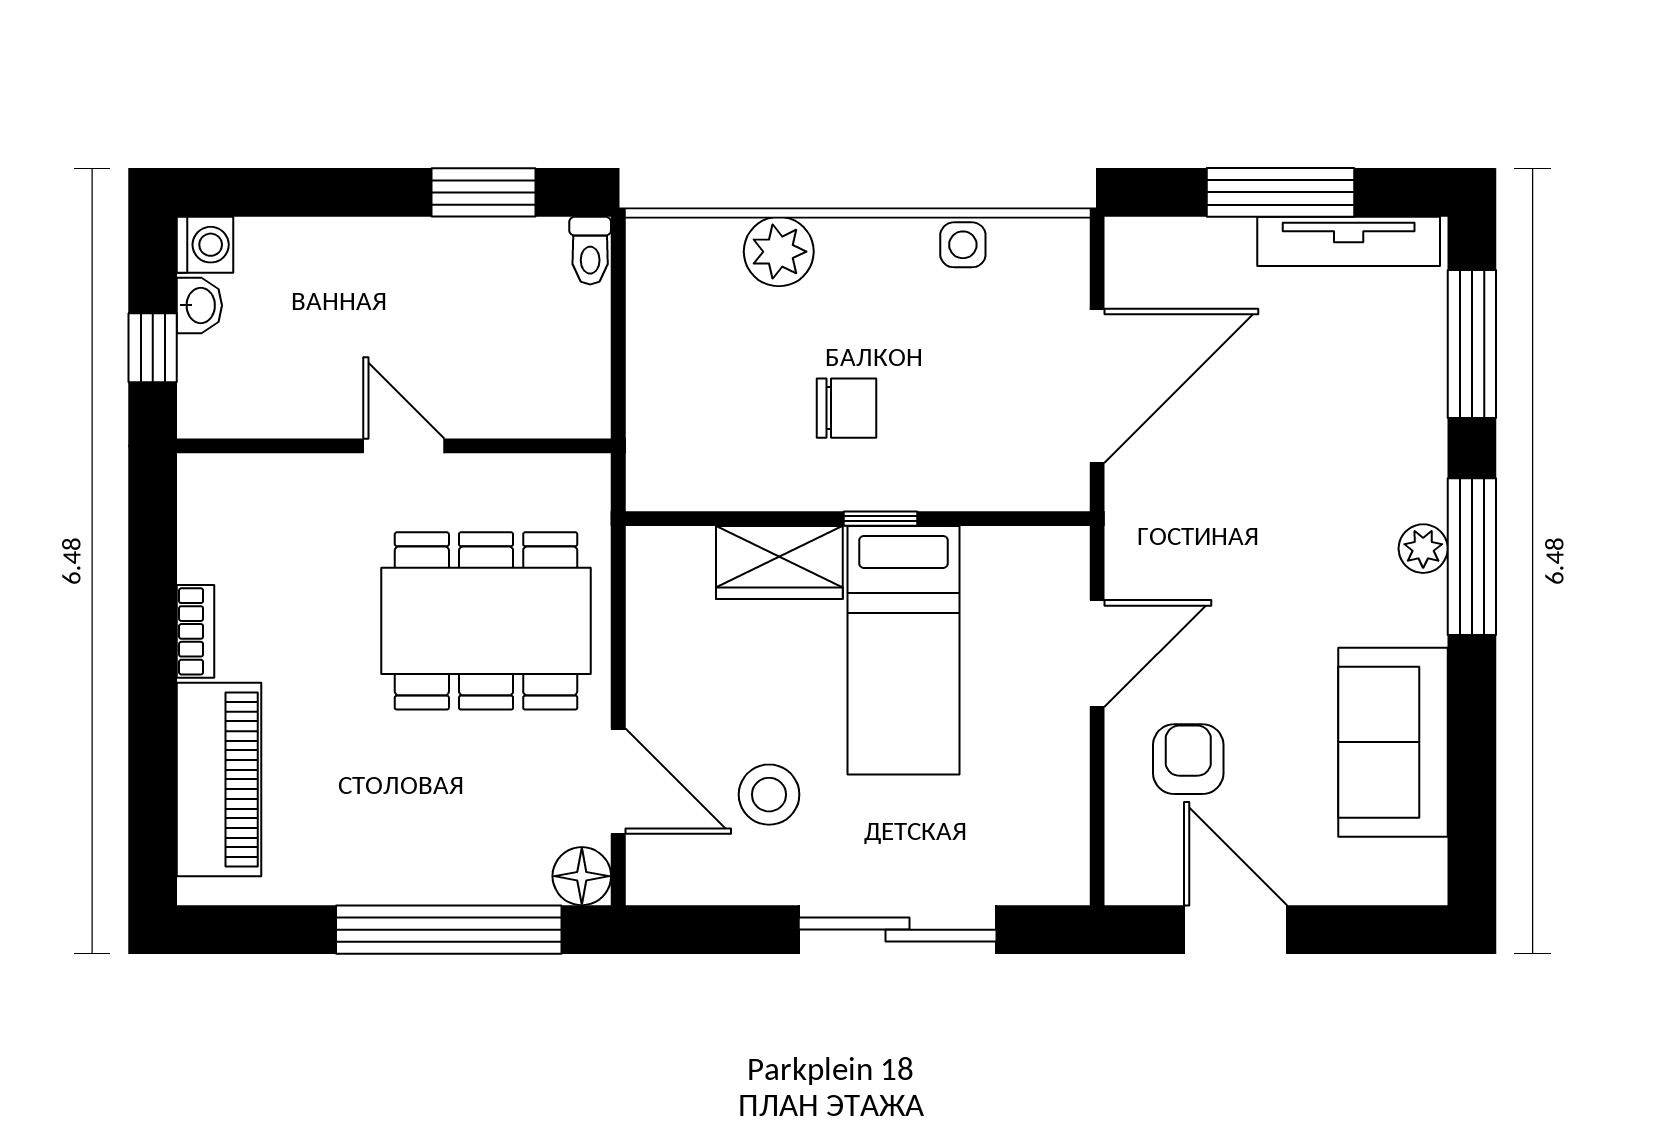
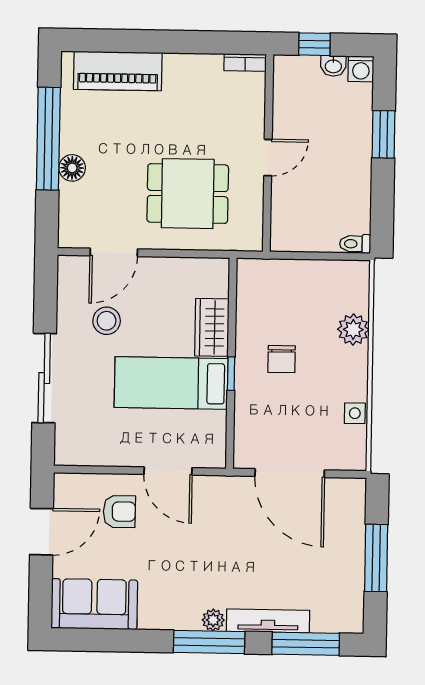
window: (483, 192) -> (384, 134), moved
tv unit: (1349, 241) -> (268, 621), moved, turned 90
dining table: (486, 621) -> (188, 194), width x0.73
bookcase: (196, 631) -> (245, 62), moved
sofa: (1393, 742) -> (94, 604), moved
floor lamp: (582, 876) -> (72, 168), moved
window: (449, 930) -> (48, 139), moved

